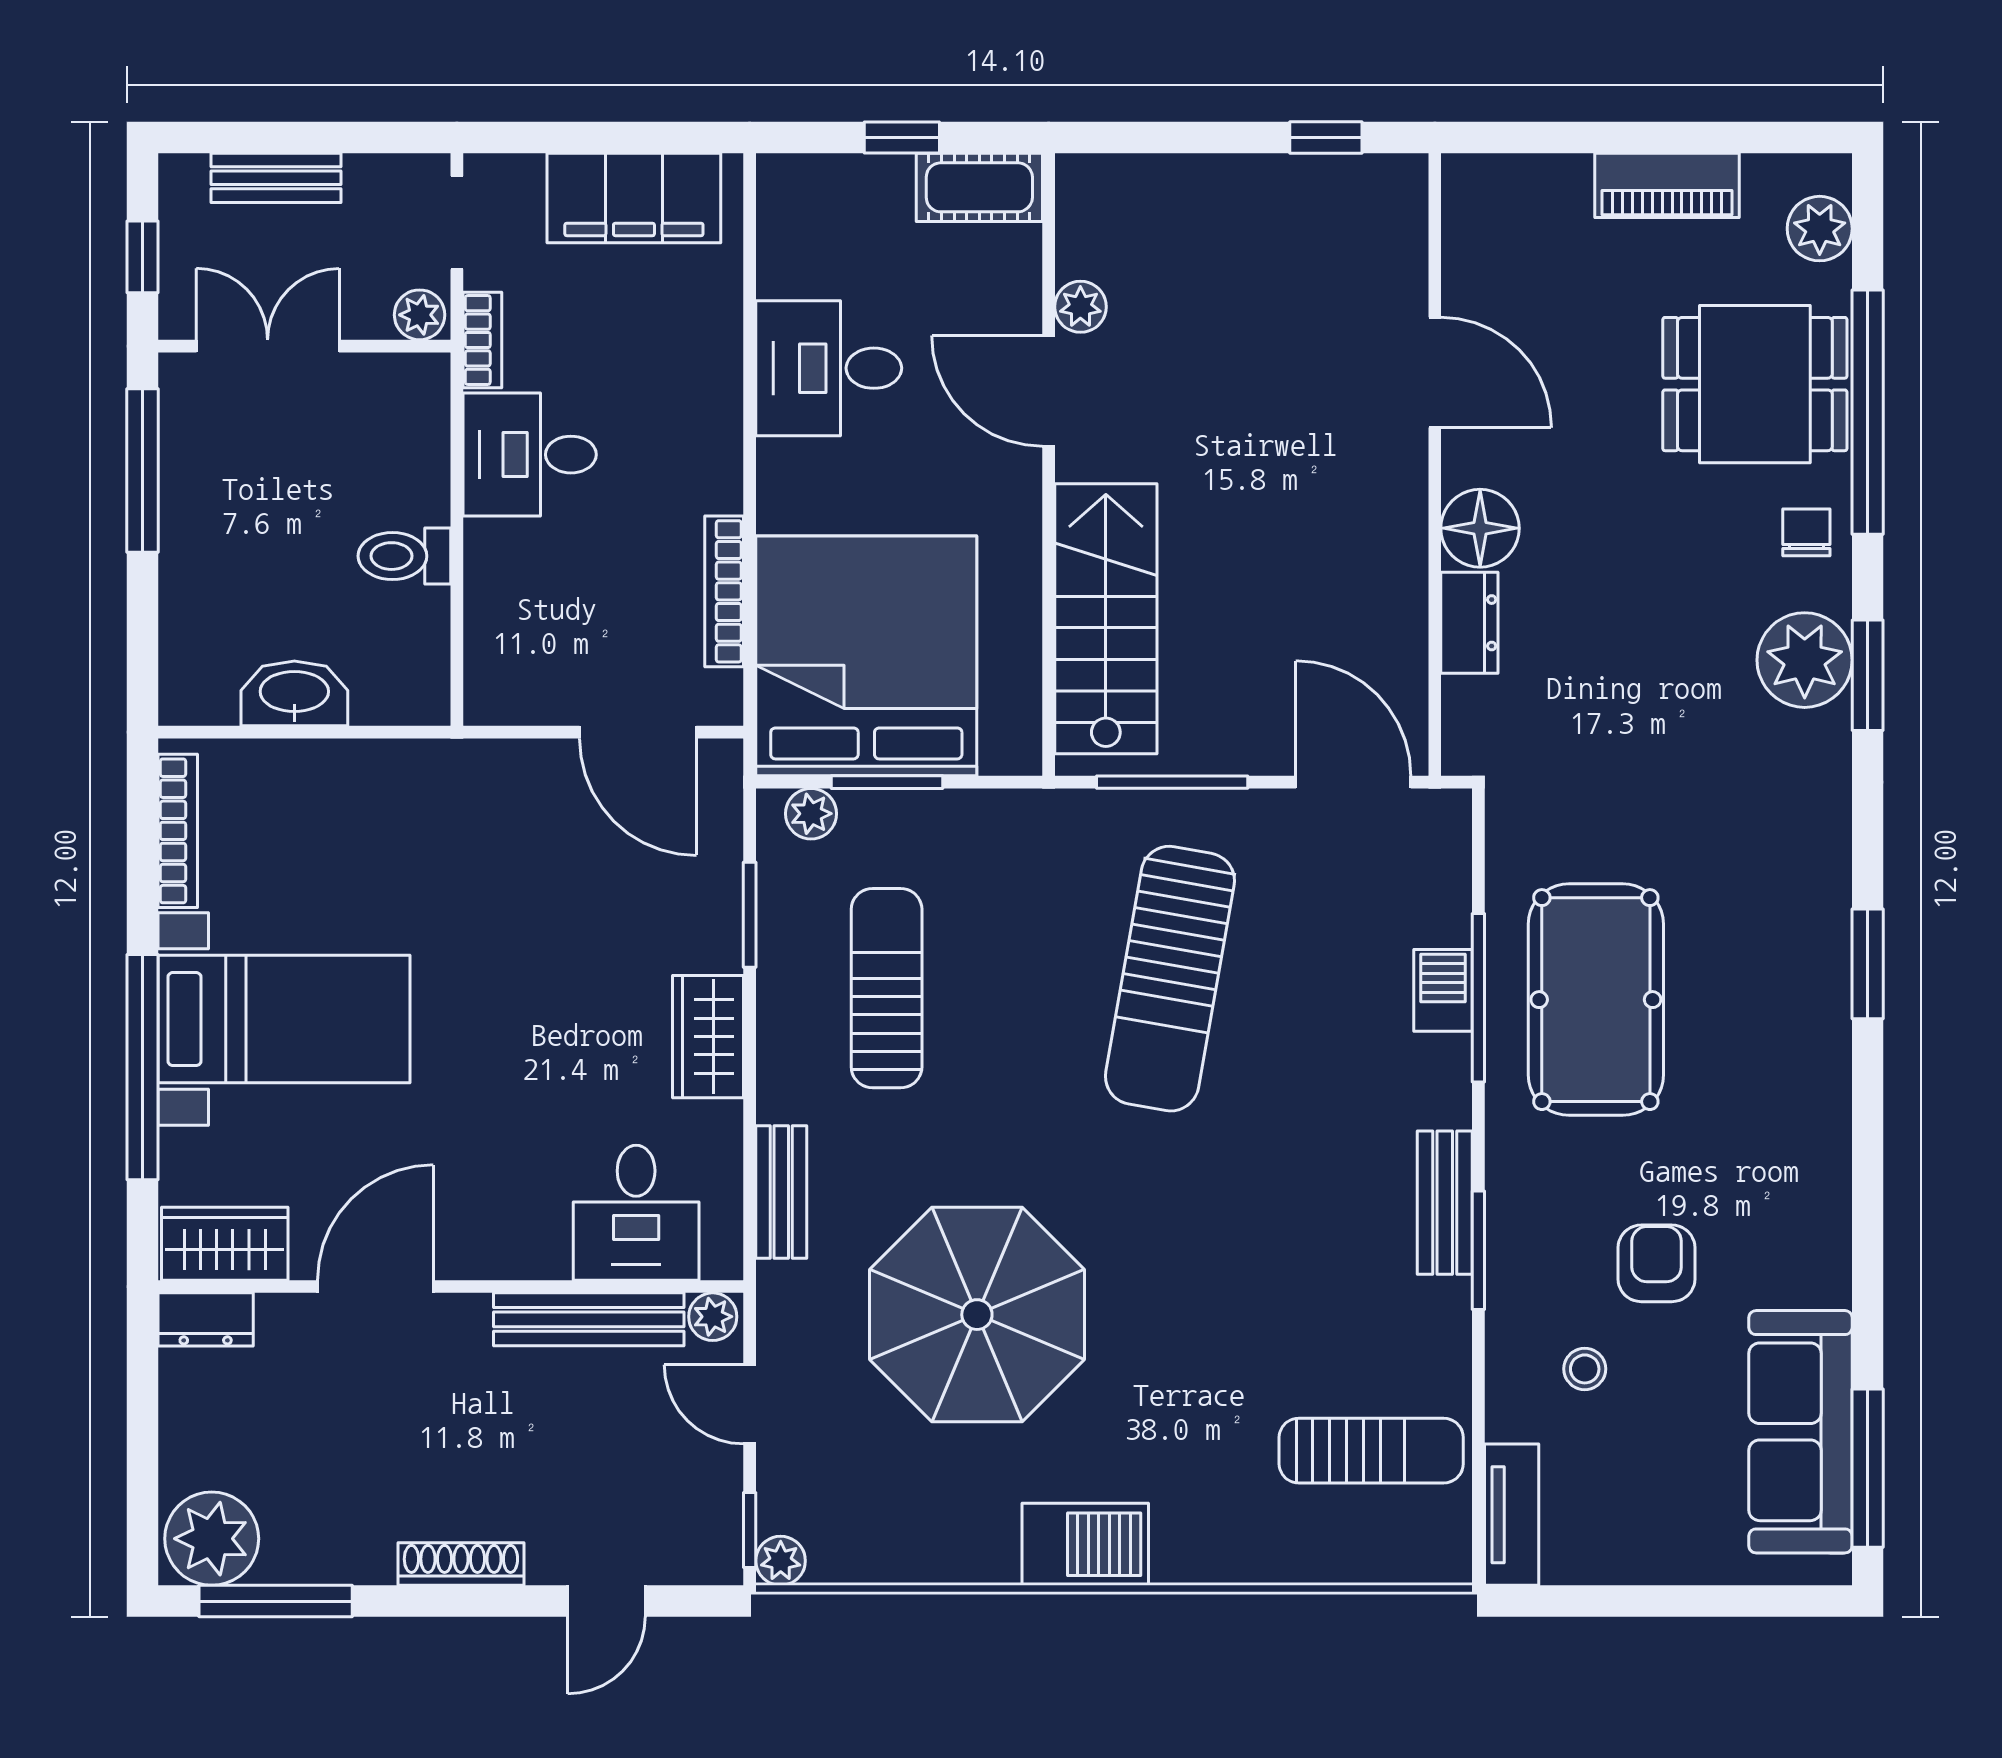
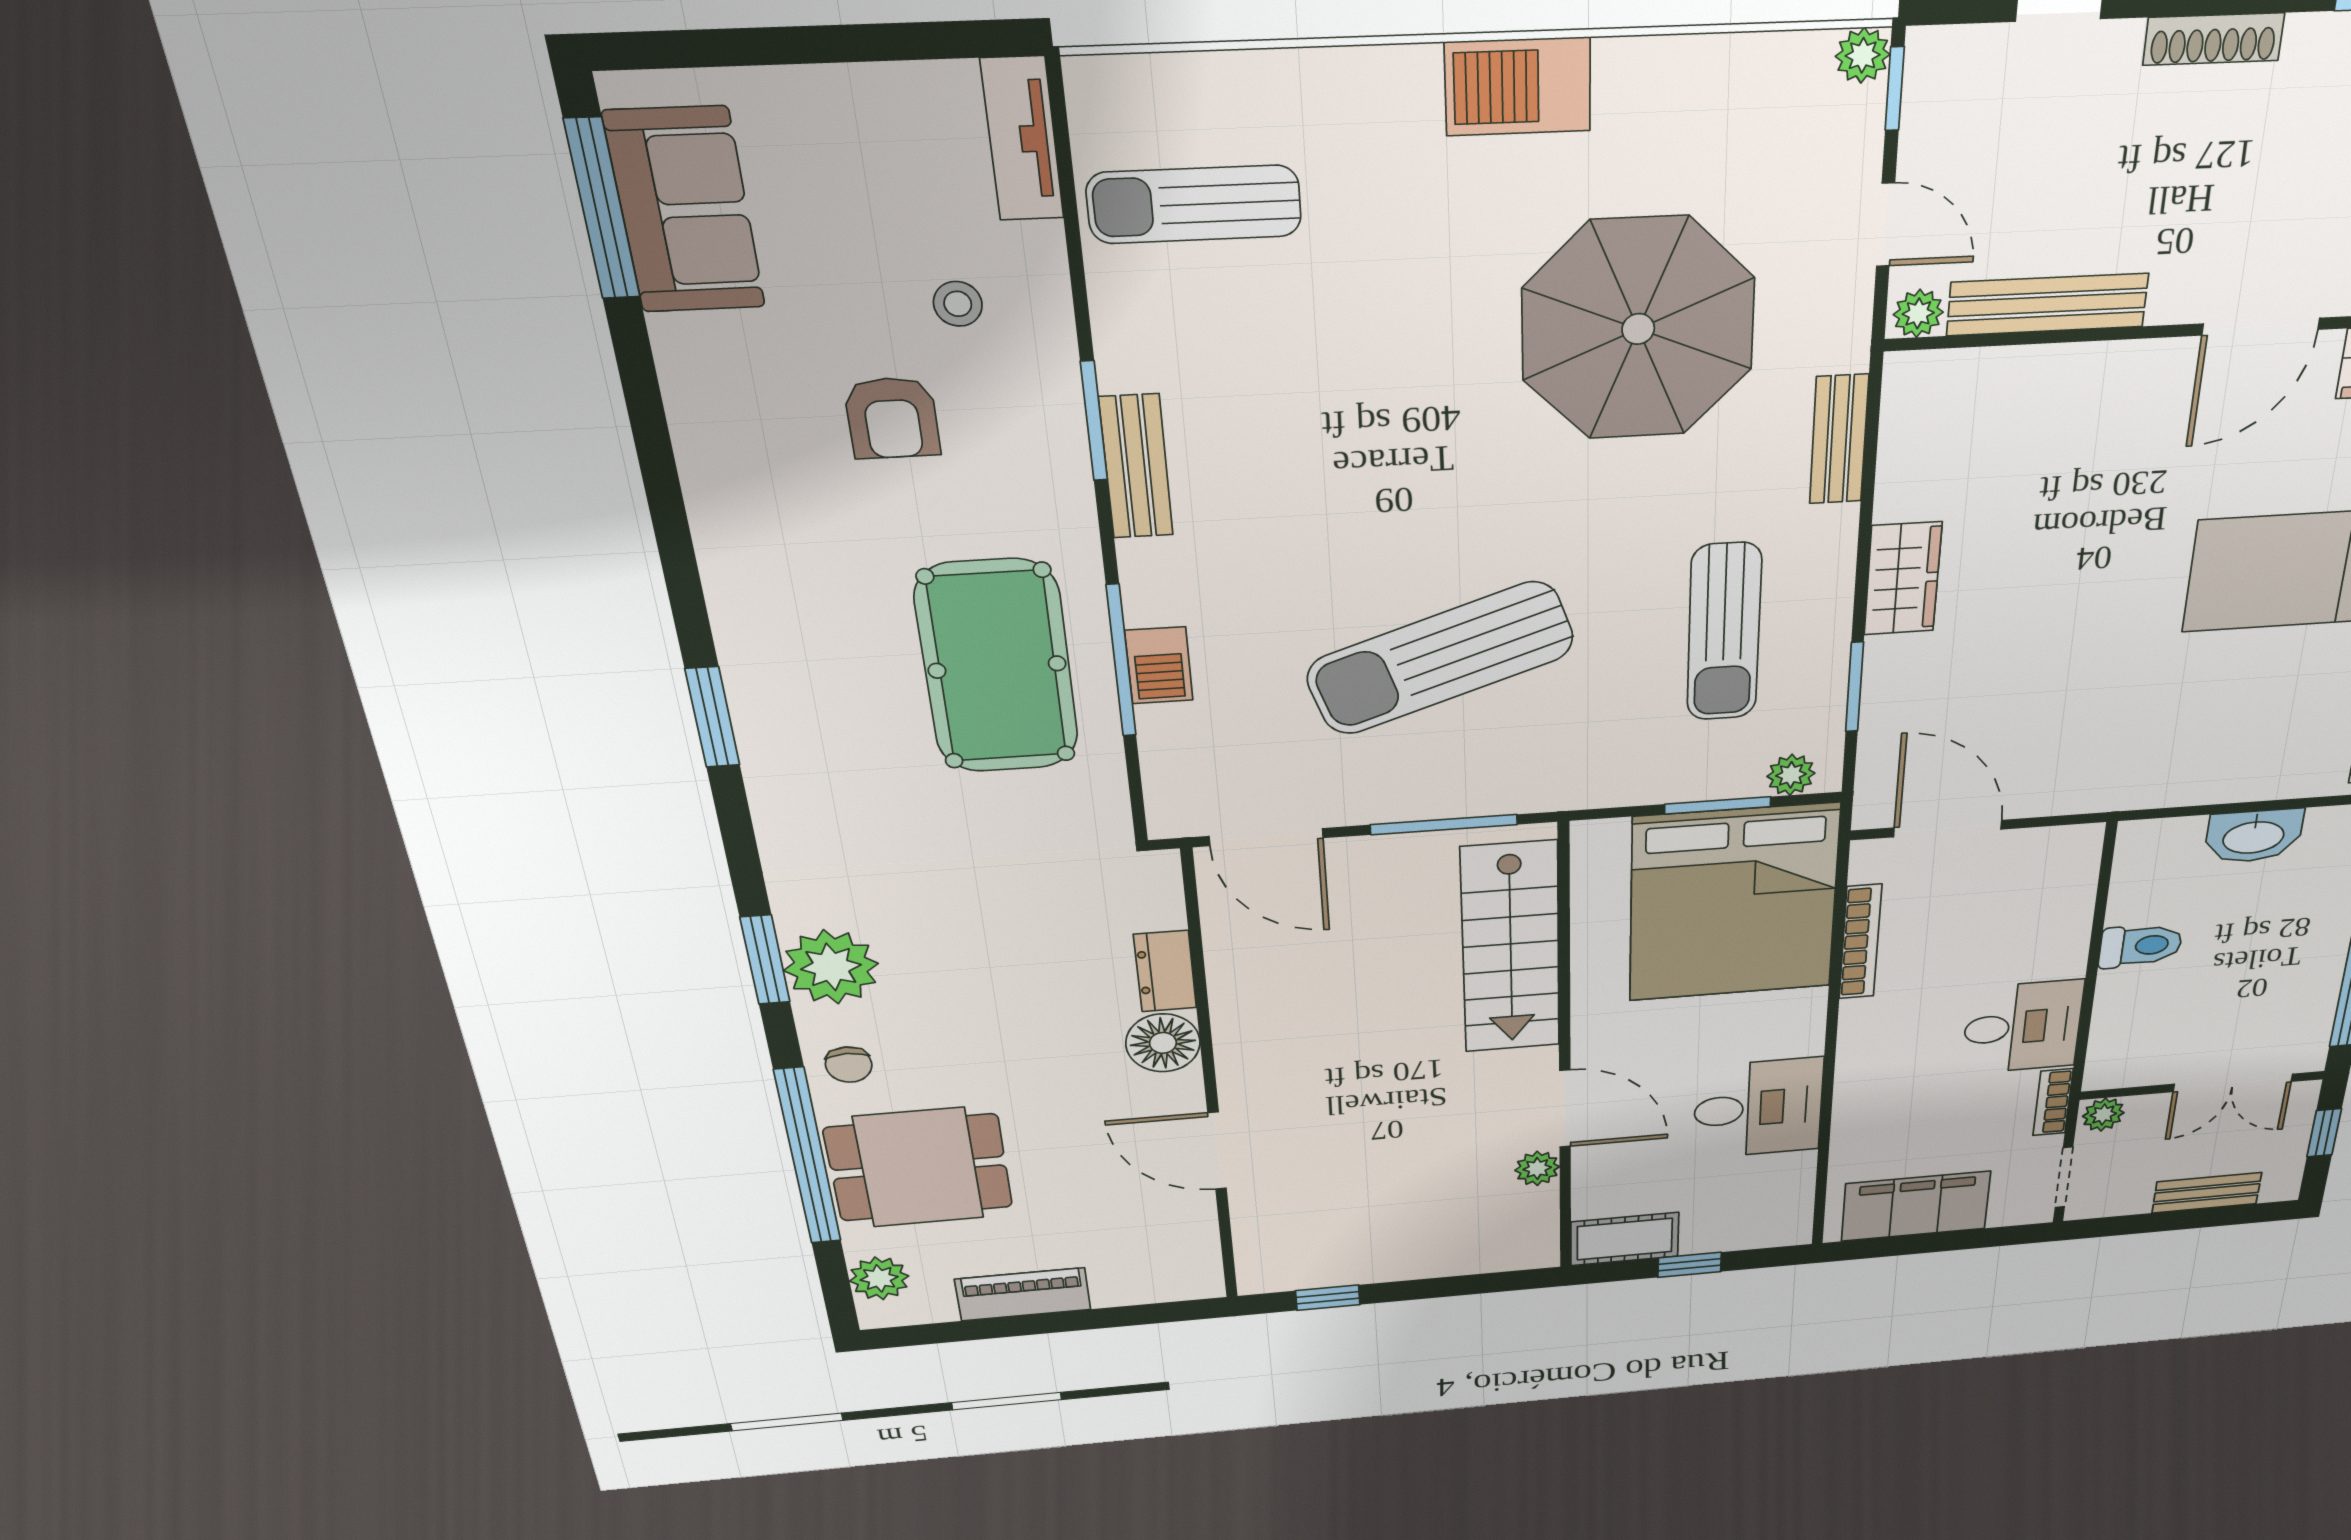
sun lounger: (1170, 979) -> (1440, 658), turned -119
desk: (636, 1213) -> (1989, 412), removed
sofa: (1800, 1432) -> (685, 210), width x0.73

